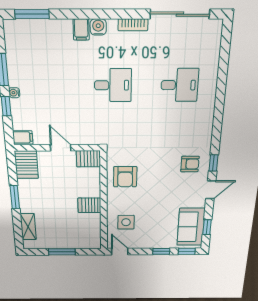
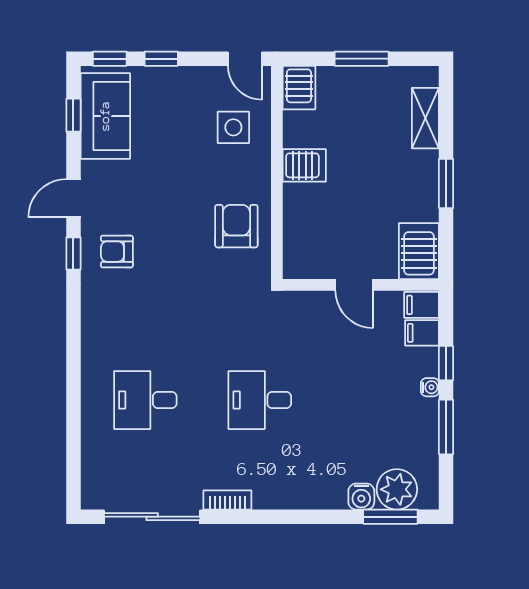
water cooler: (98, 27) -> (361, 497), moved
filing cabinet: (81, 30) -> (422, 333), moved, turned -90
plant: (29, 32) -> (397, 489), added
server rack: (88, 159) -> (299, 88), moved, turned 90

